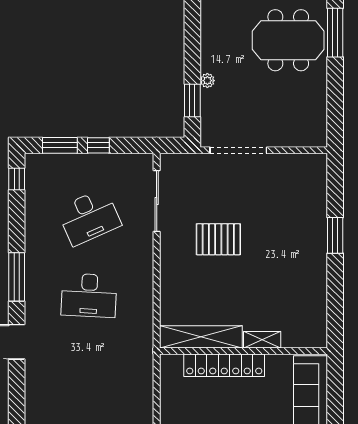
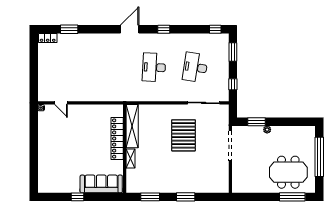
meeting table: (288, 40) -> (288, 172), turned 90
window: (98, 145) -> (233, 84), moved
desk: (89, 217) -> (195, 67), turned 33
pallet: (218, 239) -> (183, 135), width x1.37, depth x1.41
window: (17, 277) -> (164, 29), width x0.46
window: (335, 303) -> (150, 197), added

